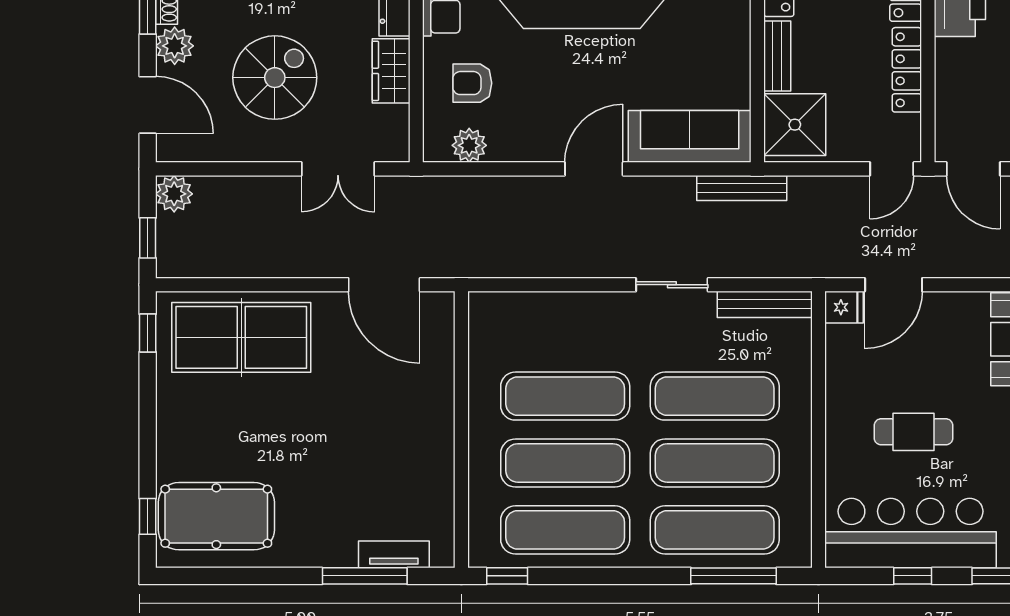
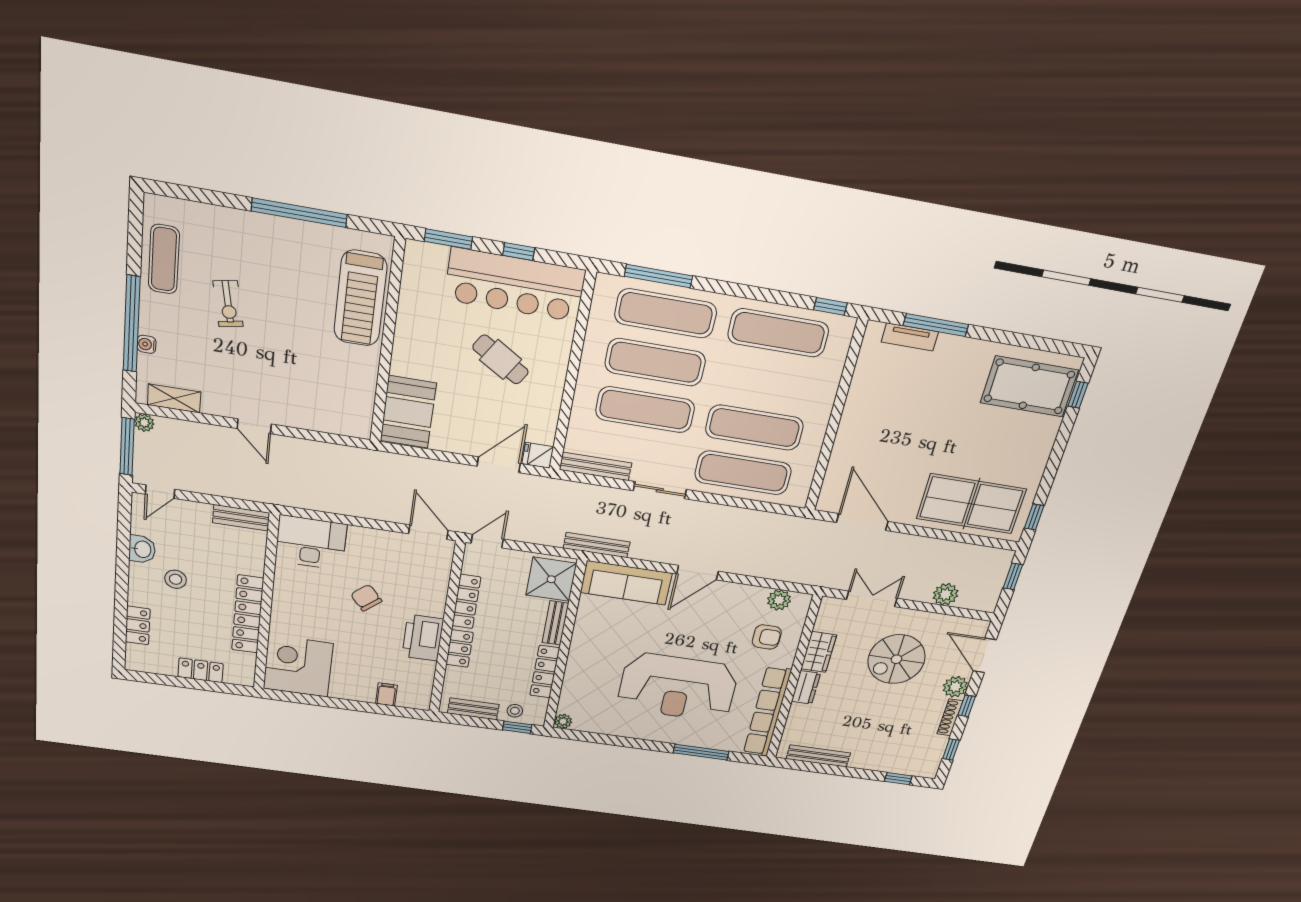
plant: (174, 194) -> (946, 594), moved
cafe table: (914, 432) -> (501, 360), turned 32
exercise mat: (565, 463) -> (743, 473), moved

